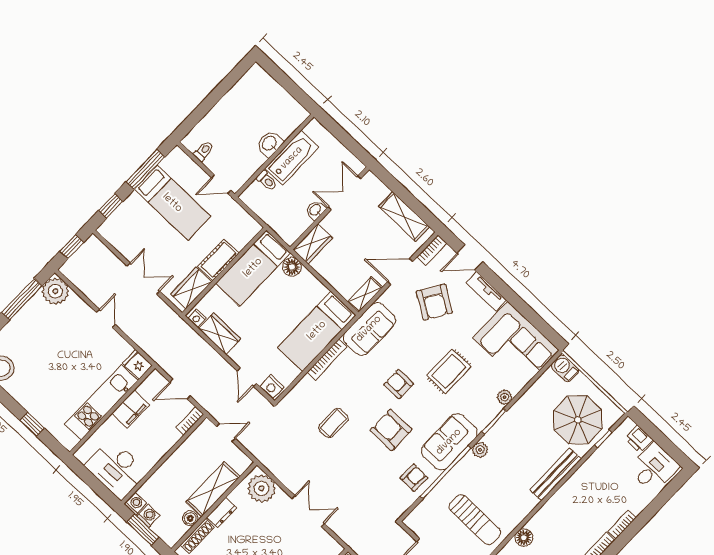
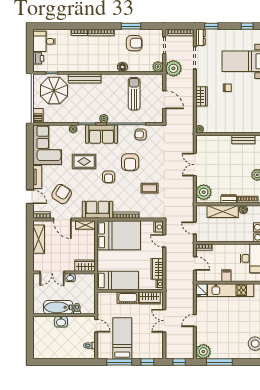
floor lamp: (292, 267) -> (102, 265), removed
bed: (317, 331) -> (119, 235), width x1.50
door: (247, 377) -> (164, 241), swing flipped
filing cabinet: (131, 409) -> (226, 276), width x0.50
sofa: (449, 442) -> (102, 134), moved

